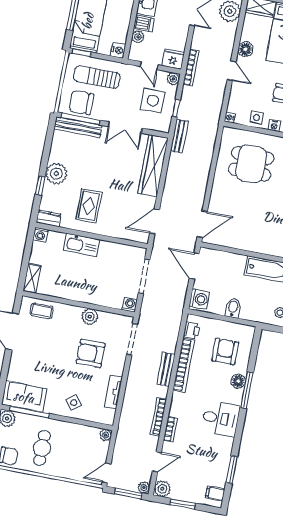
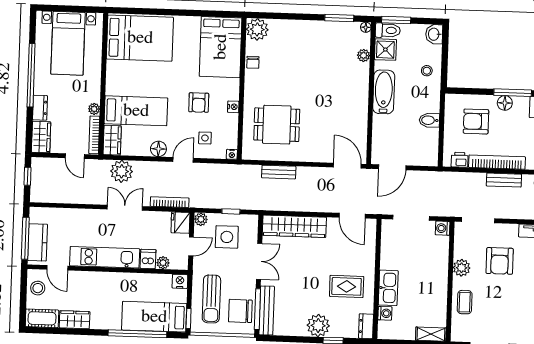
bookcase: (191, 67) -> (170, 202), moved
chair: (81, 102) -> (240, 311), turned 90
side table: (257, 117) -> (205, 138), moved
bench: (179, 136) -> (279, 172), moved
dining table: (251, 164) -> (277, 125), turned 90
washing machine: (40, 235) -> (385, 313), moved
washing machine: (199, 299) -> (426, 157), removed
coffee table: (42, 311) -> (465, 302), moved

